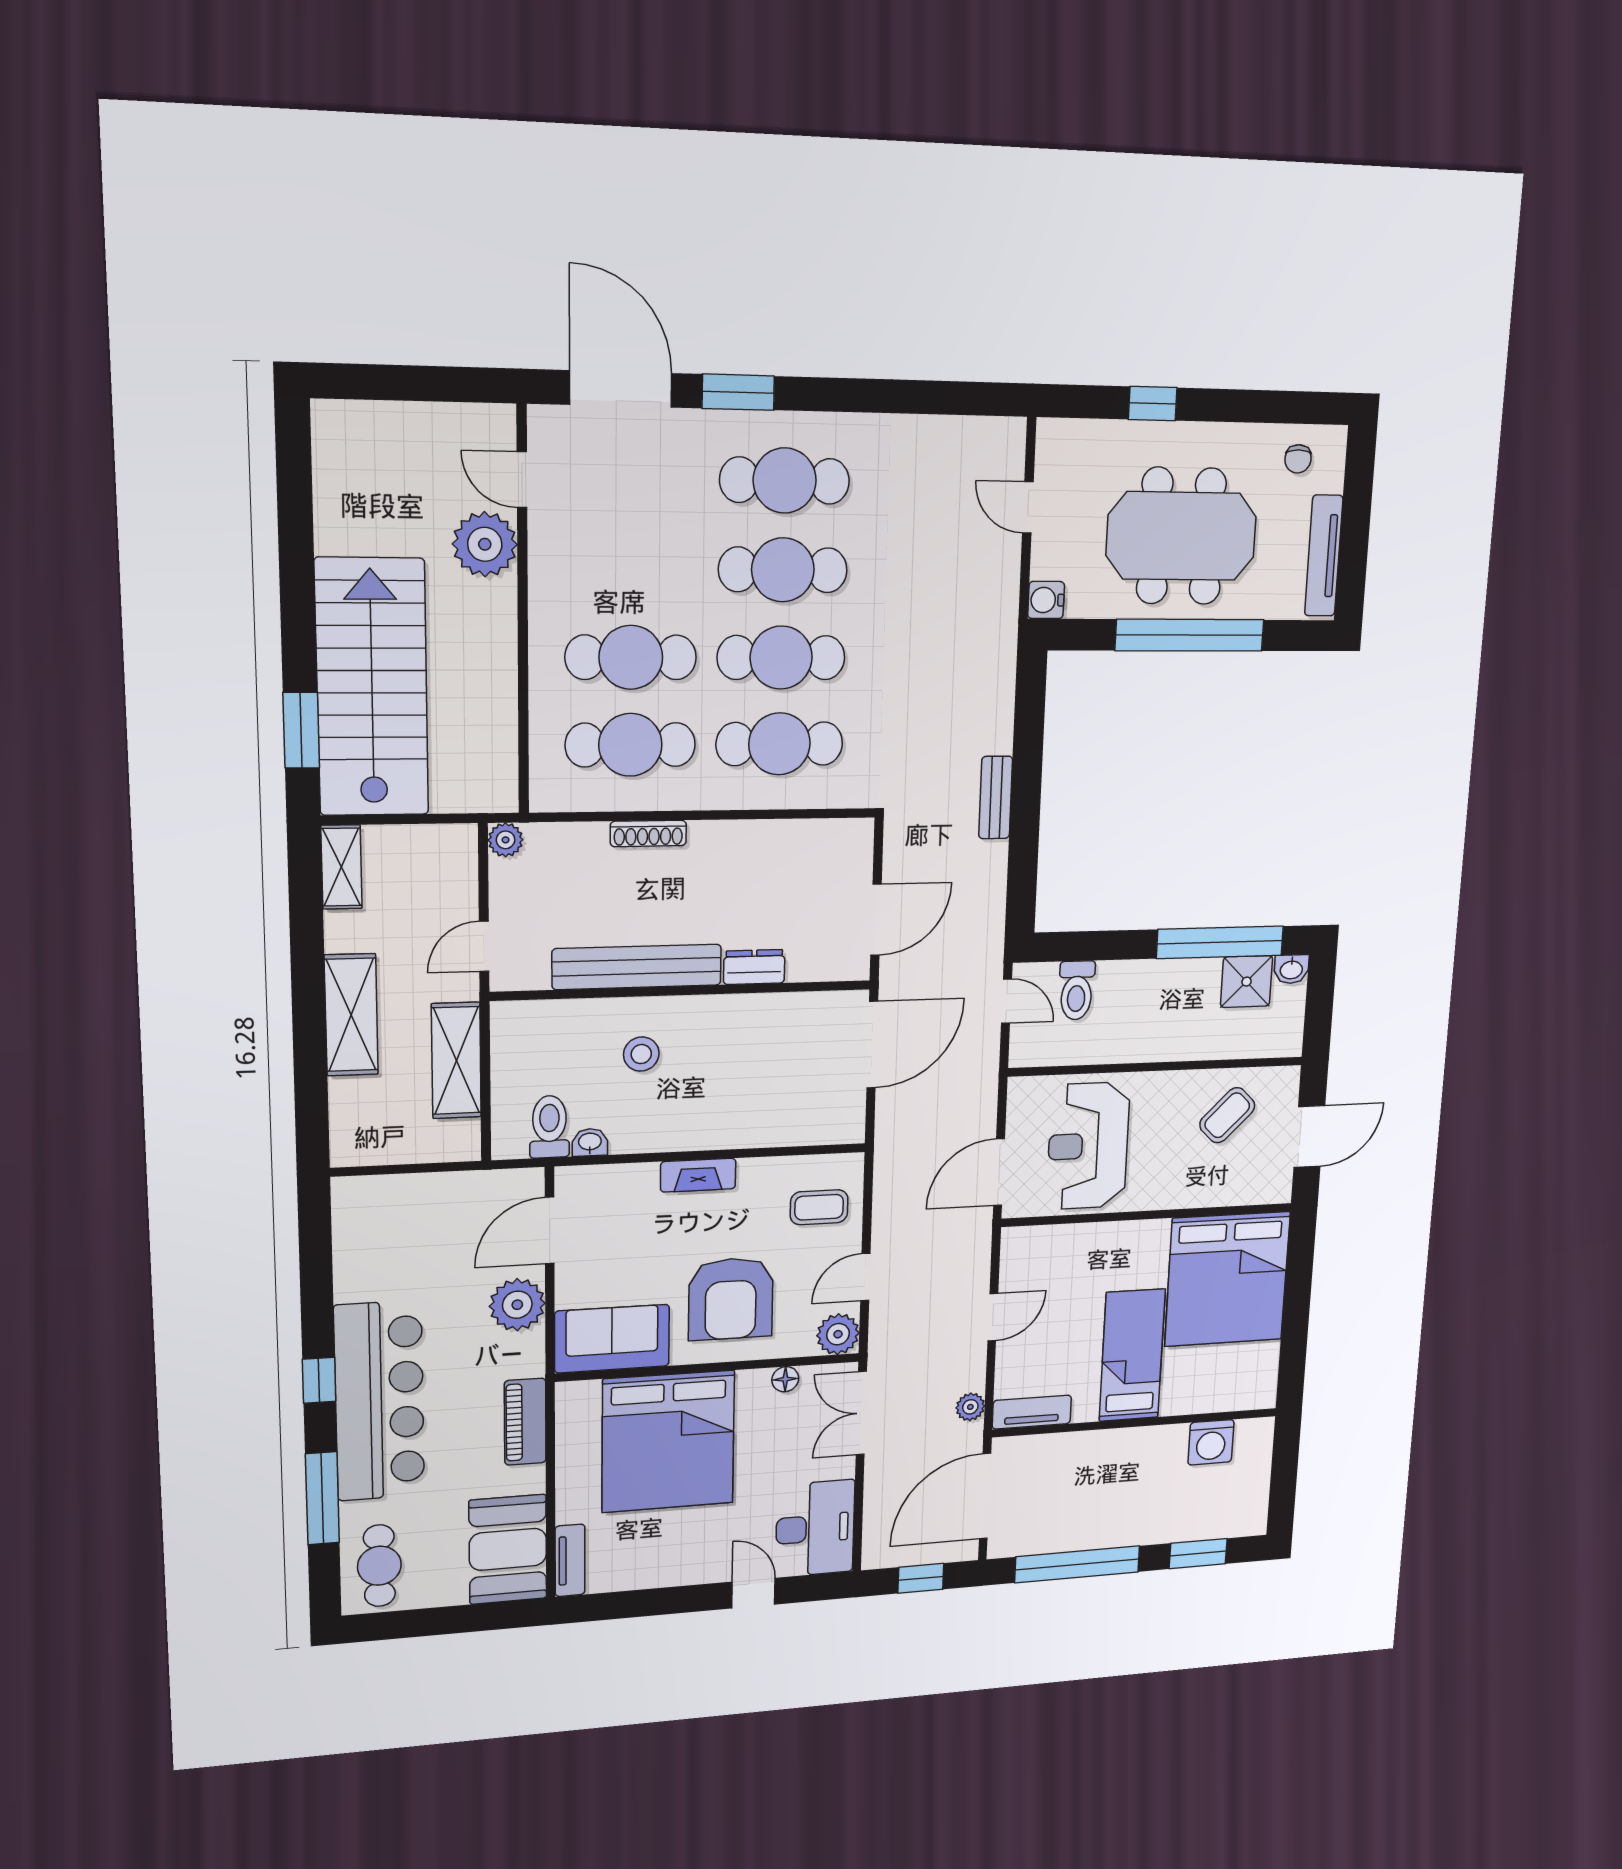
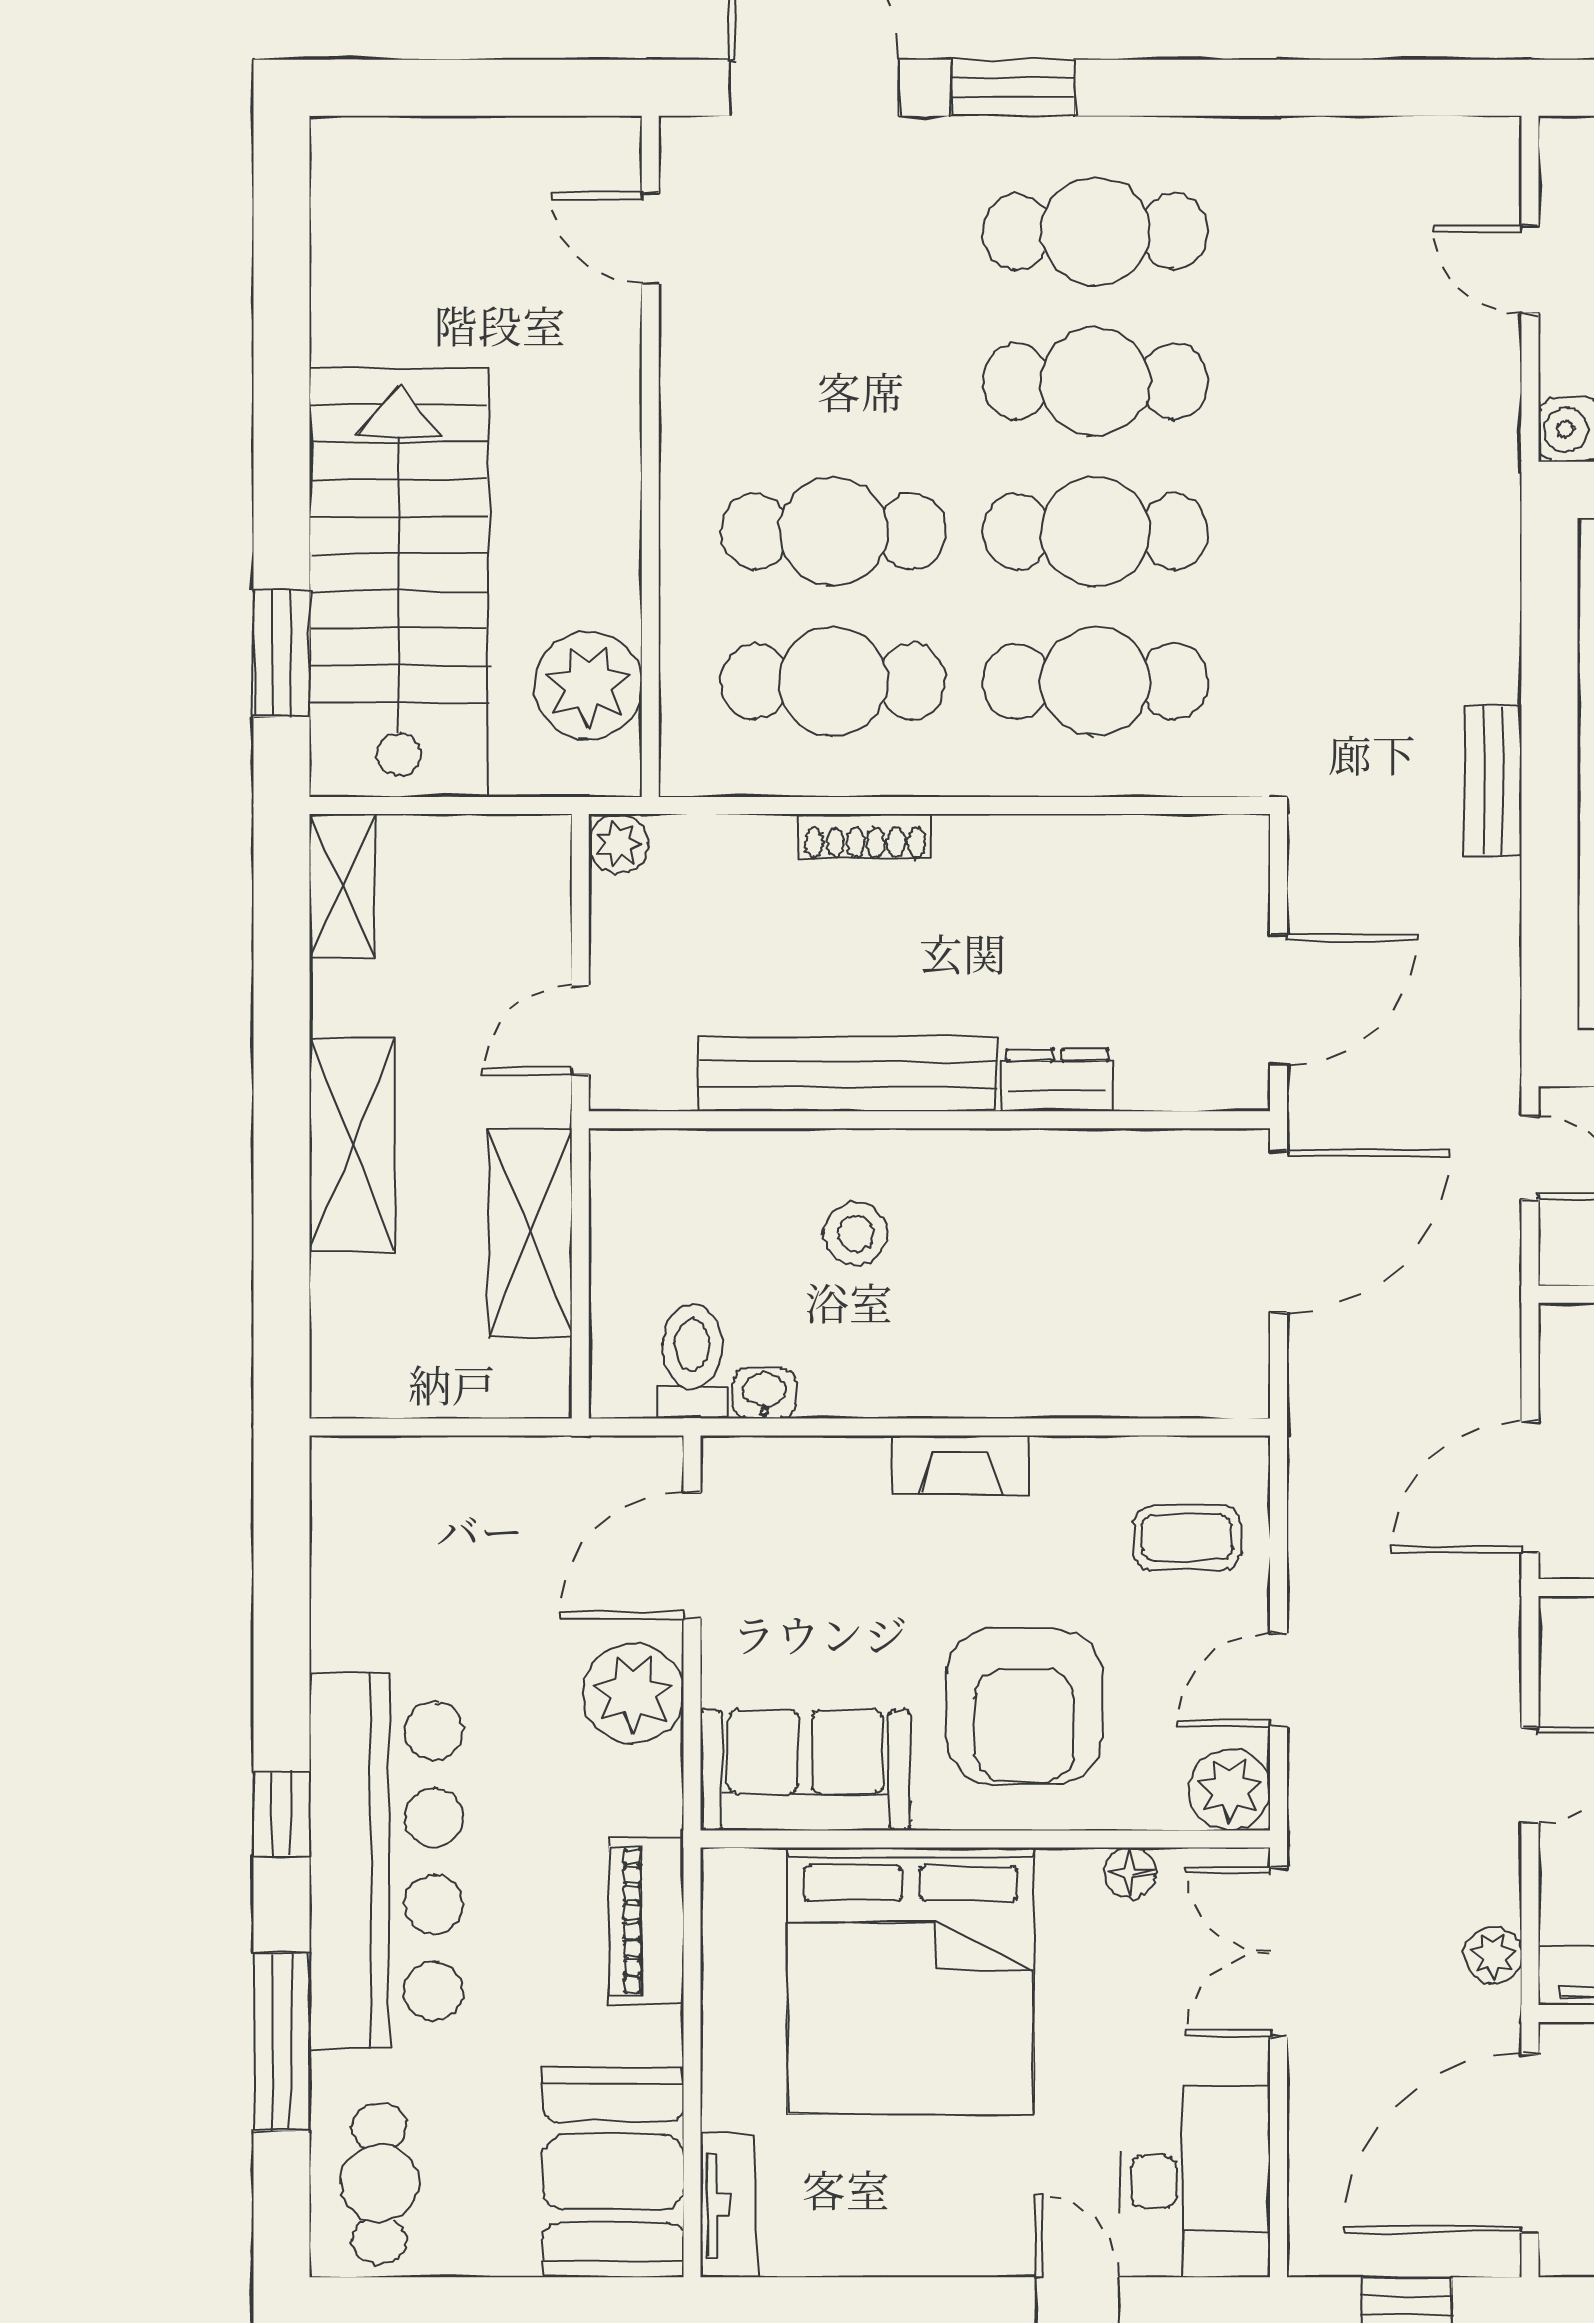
plant: (485, 544) -> (588, 686), moved

